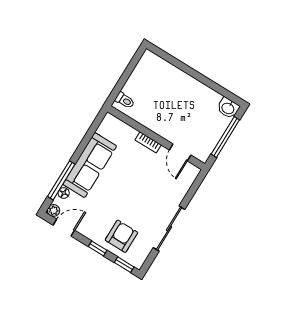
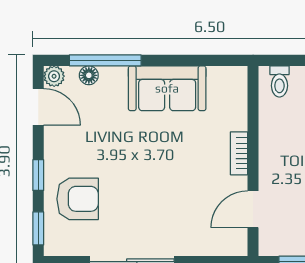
sofa: (90, 165) -> (167, 88), width x0.73

